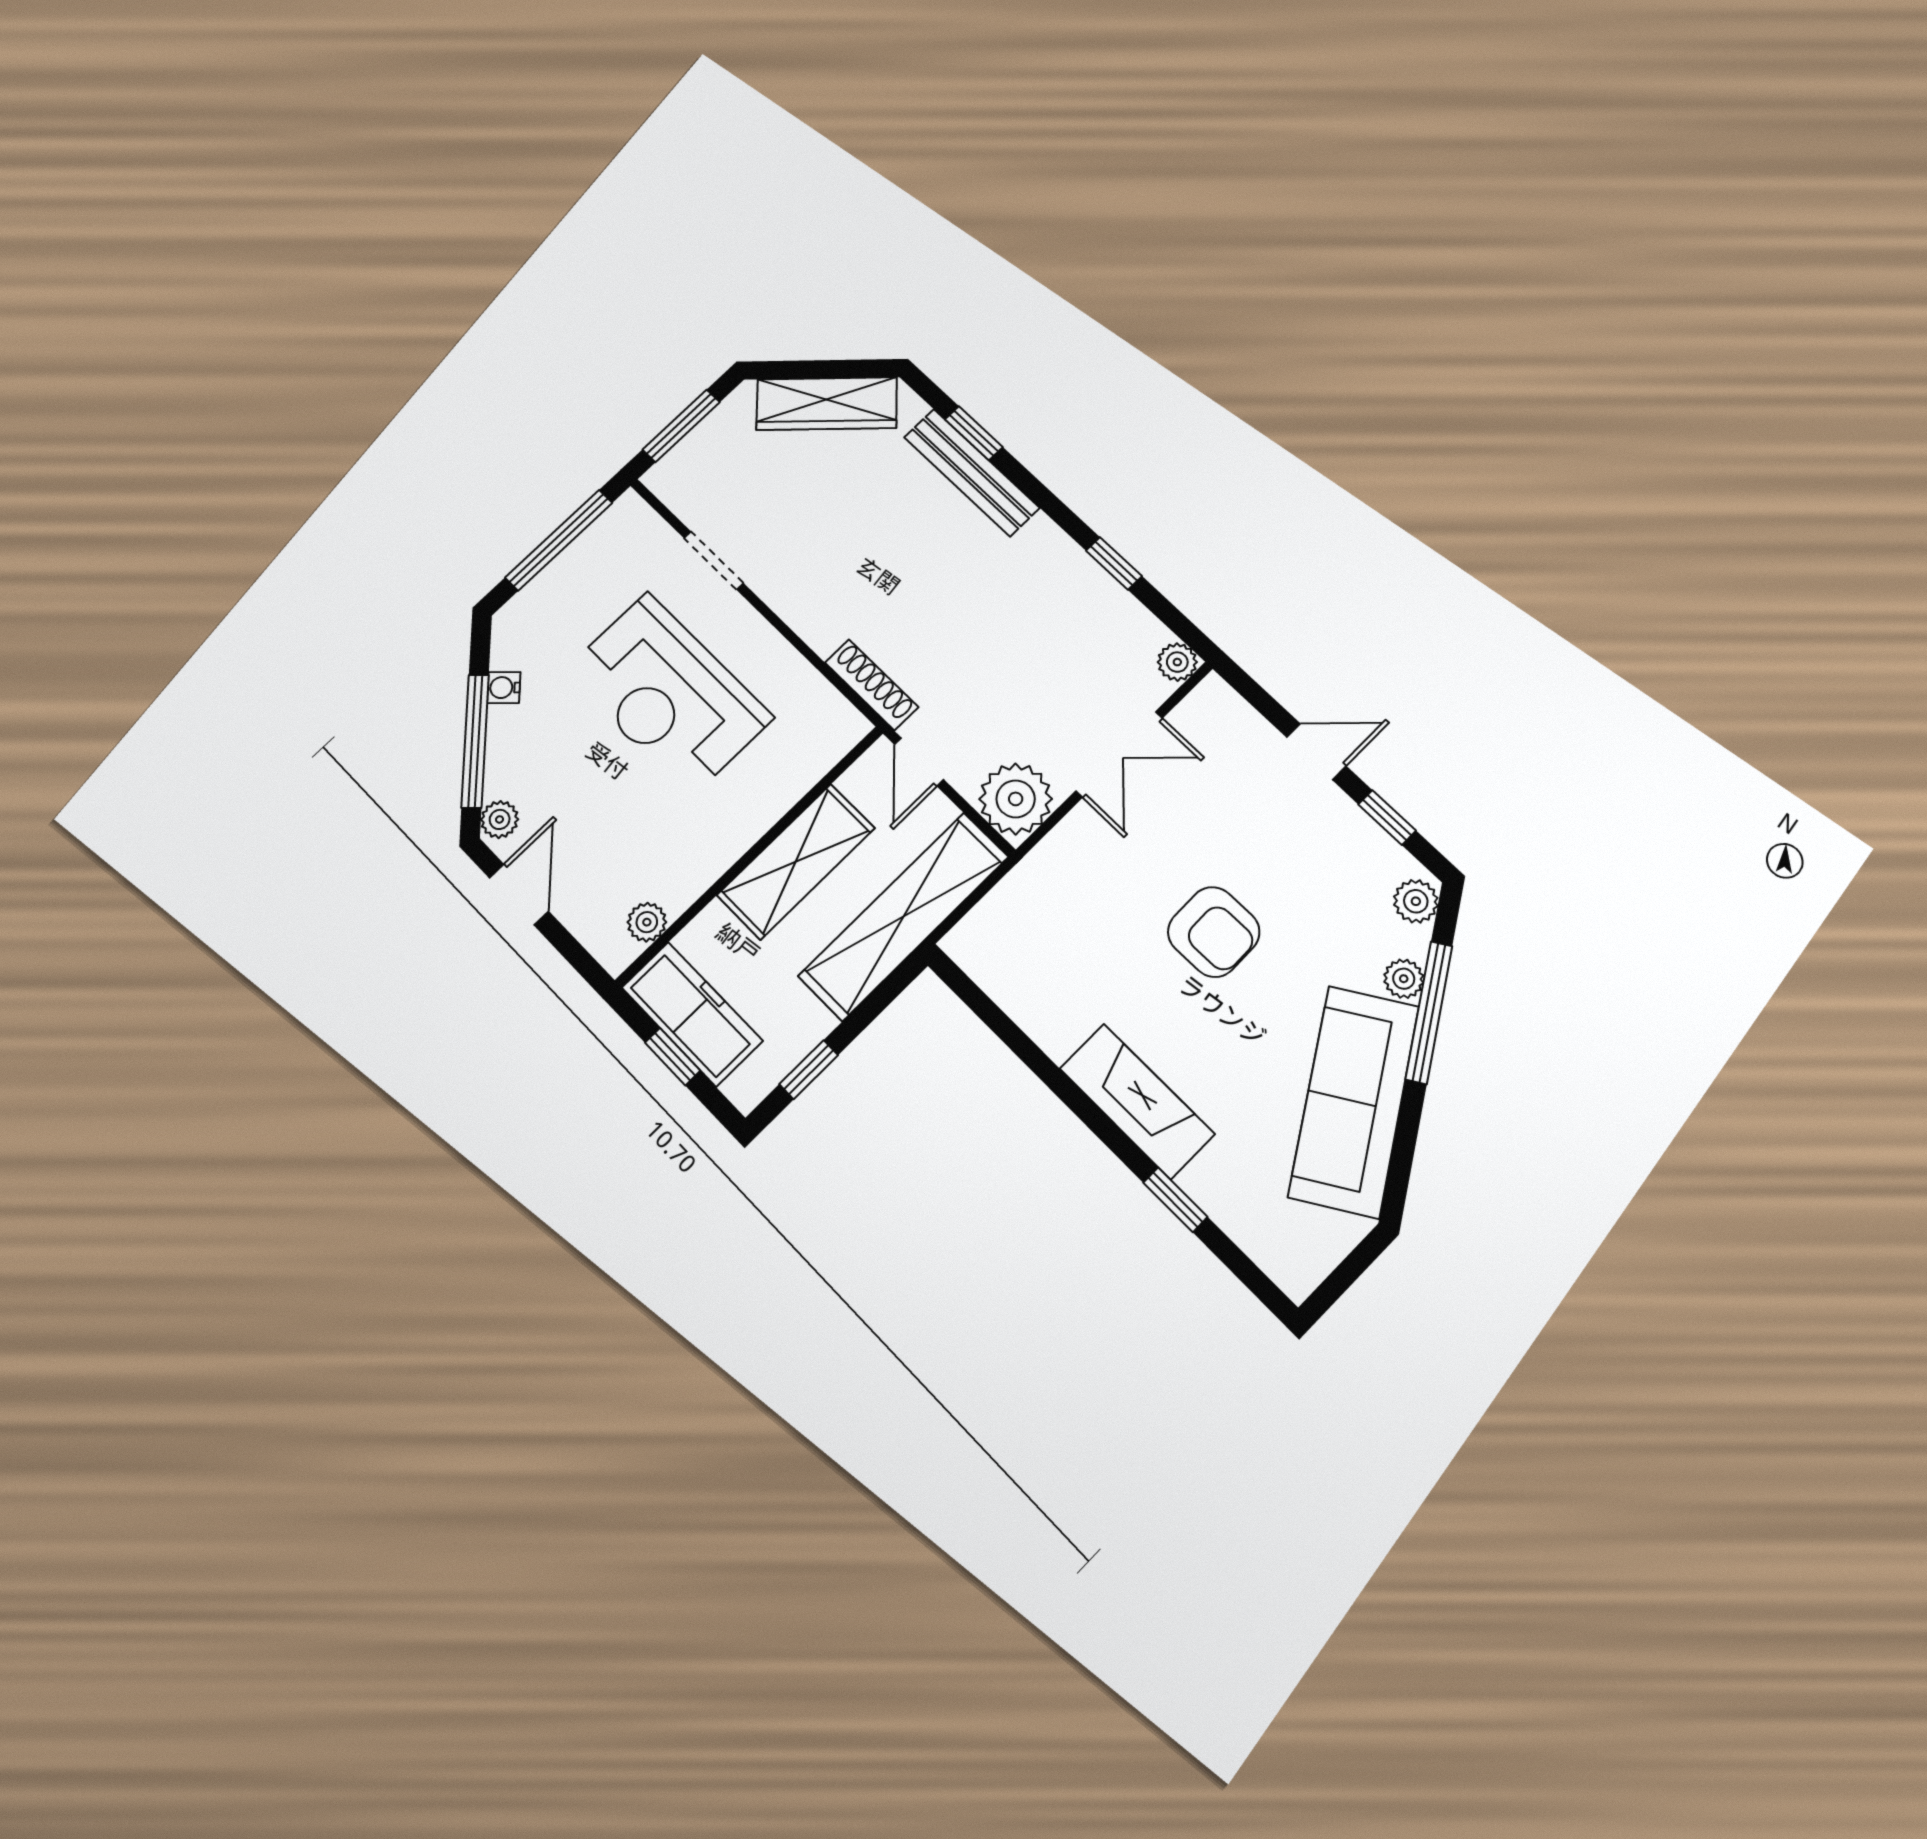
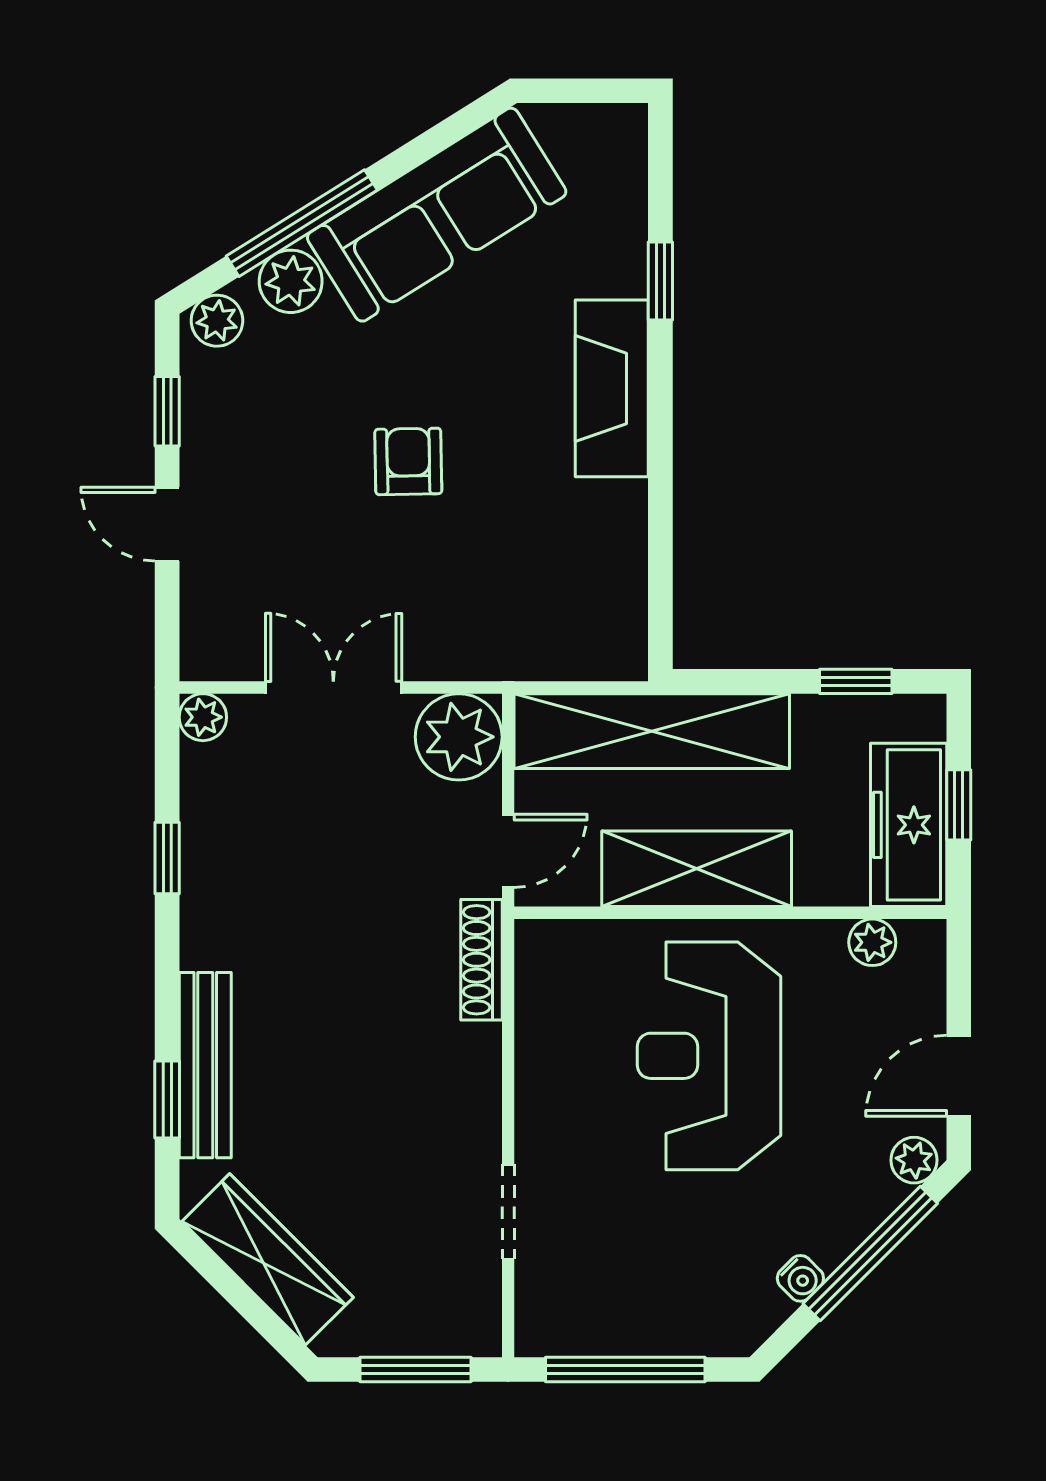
reception desk: (668, 694) -> (709, 1056), moved, turned 180
armchair: (1214, 932) -> (408, 461), width x0.72, depth x0.72
plant: (1404, 979) -> (291, 281), width x1.38, depth x1.38

